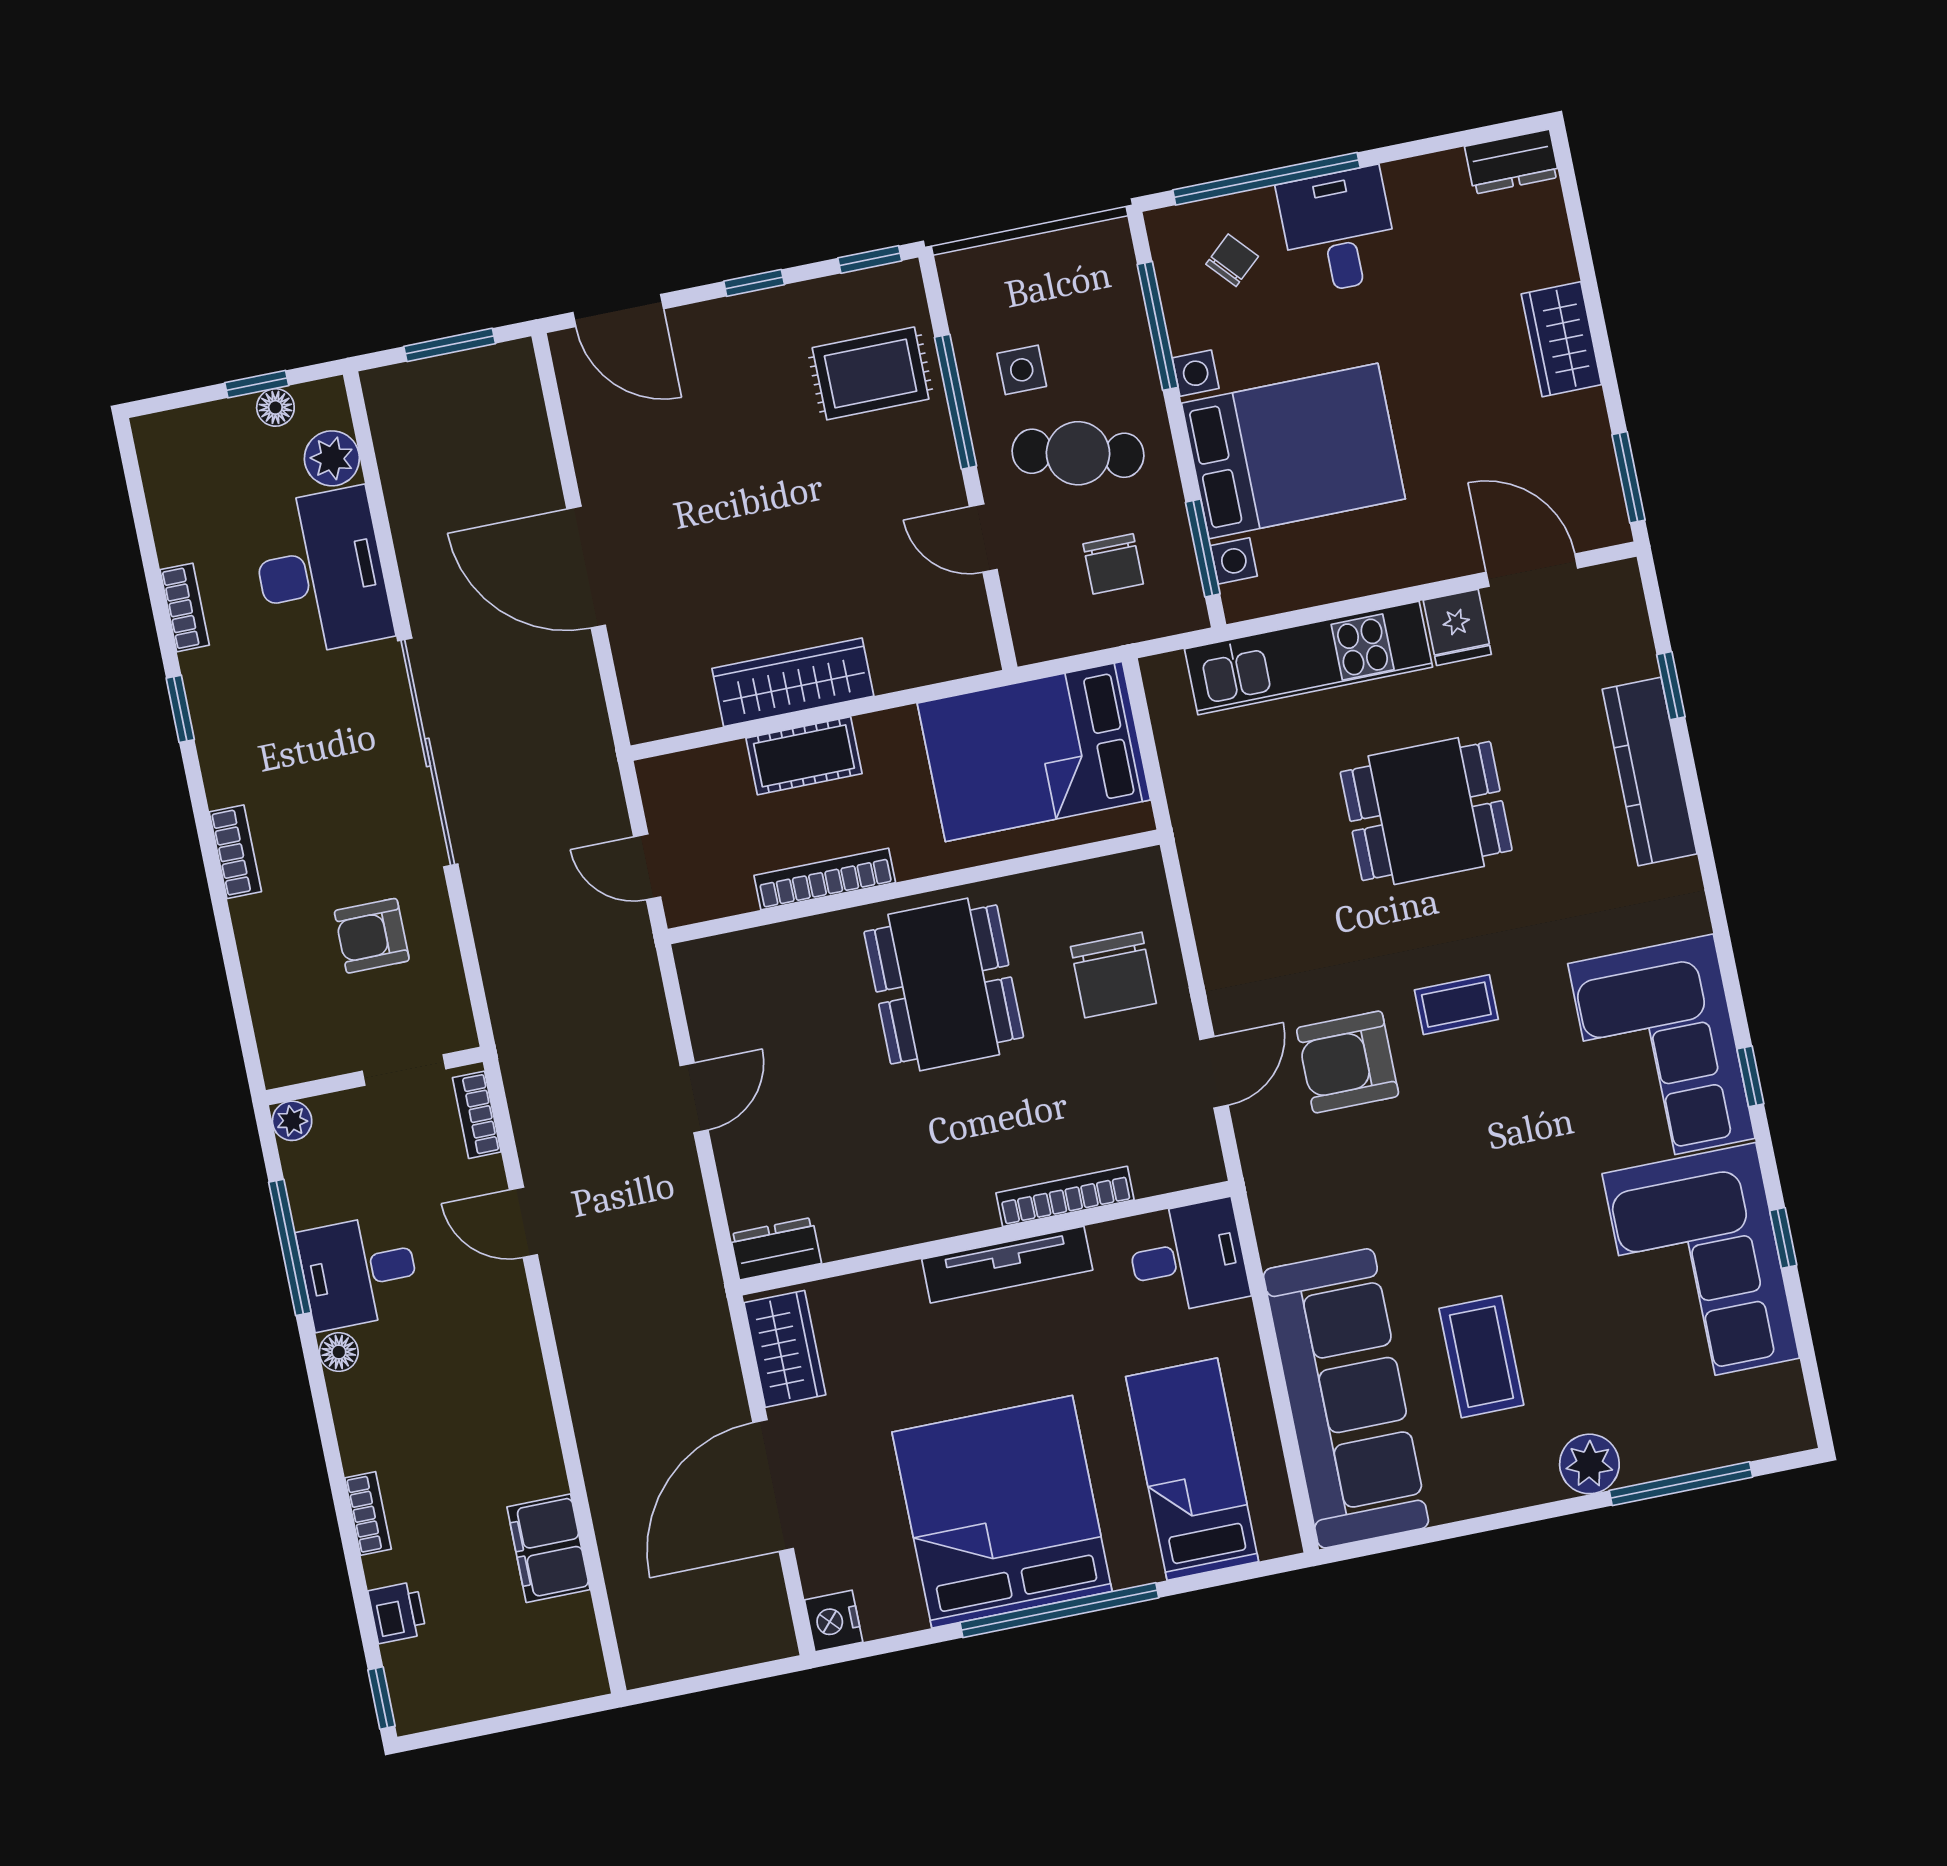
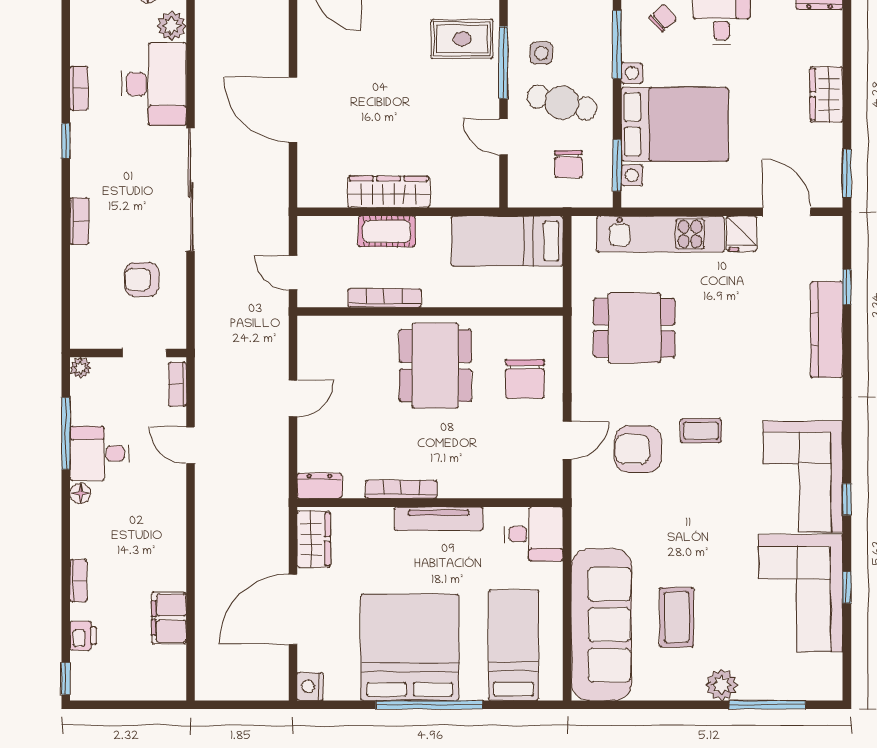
bed: (1034, 752) -> (507, 241), width x0.67
dining table: (1426, 811) -> (634, 328), moved
bookcase: (1065, 1196) -> (401, 489), moved

